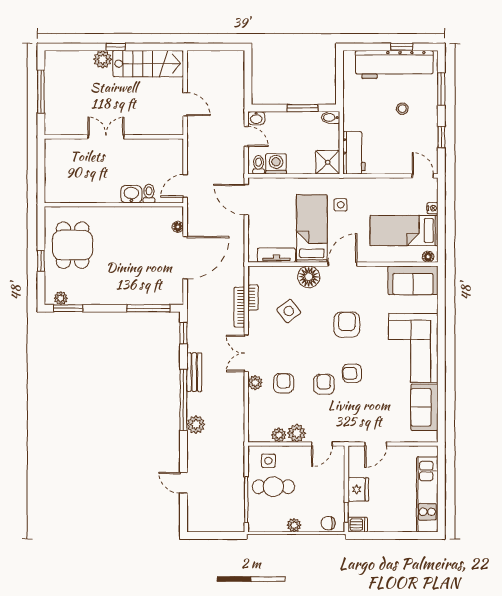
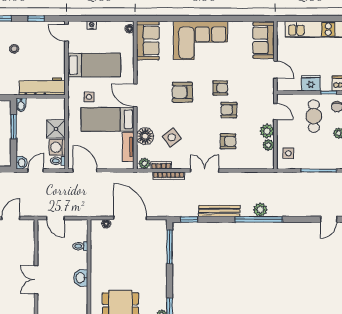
workbench: (354, 153) -> (42, 86), width x1.37
shower: (328, 162) -> (56, 129), moved
door: (423, 176) -> (66, 33), hinge flipped
door: (185, 186) -> (55, 218), moved
washbasin: (131, 194) -> (81, 278), moved
door: (246, 200) -> (85, 170), swing flipped
bed: (404, 230) -> (94, 65), moved, turned -90
floor lamp: (309, 277) -> (145, 136), moved
double door: (246, 353) -> (205, 170), swing flipped
bench: (194, 372) -> (219, 211), width x1.36
armchair: (352, 373) -> (220, 88), turned -89
plant: (255, 383) -> (145, 163), moved
armchair: (284, 383) -> (228, 141), turned 180
window: (183, 400) -> (259, 219), moved
sofa: (424, 407) -> (264, 40), moved, turned 90
door: (183, 483) -> (329, 219), moved
cafe table: (273, 487) -> (314, 116), moved

